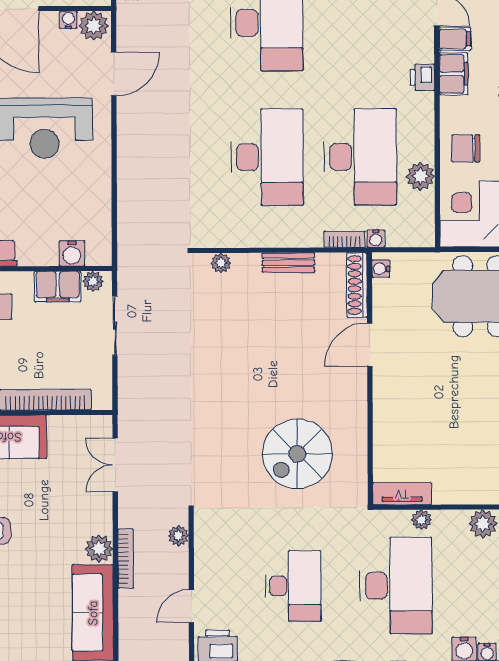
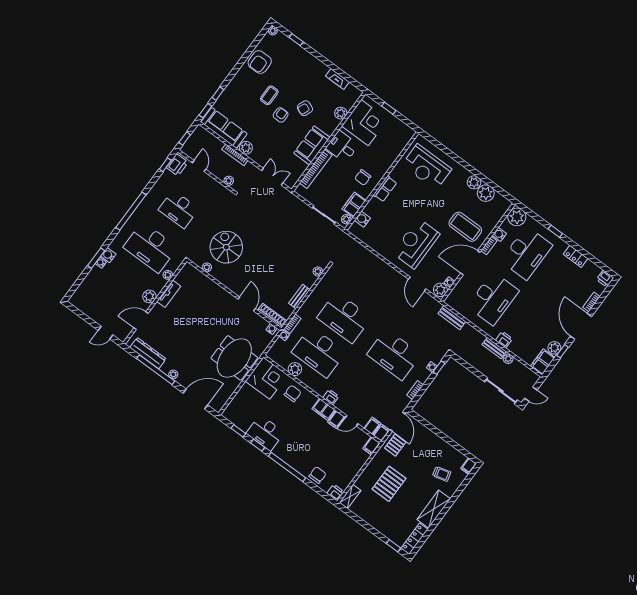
plant: (358, 461) -> (207, 267), added
tv unit: (402, 494) -> (169, 294), moved

